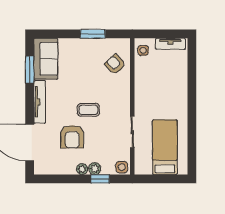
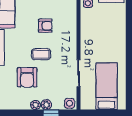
armchair: (115, 64) -> (45, 26), moved, turned 133

